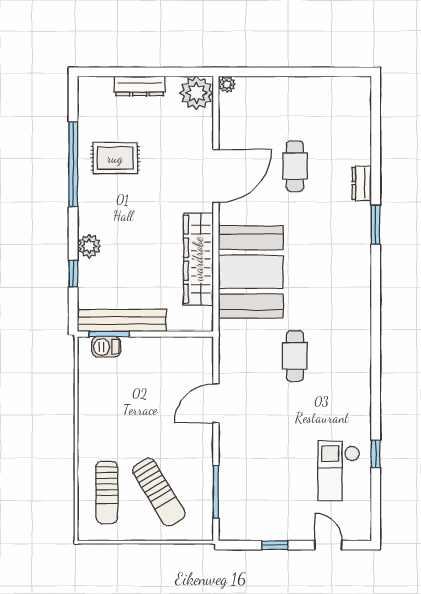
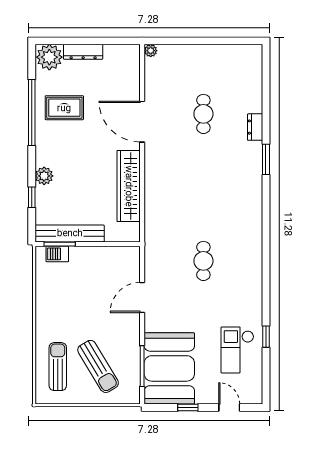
plant: (196, 93) -> (49, 57), moved
door: (216, 176) -> (142, 122), swing flipped
booth: (251, 272) -> (169, 368), moved
sun lounger: (107, 492) -> (58, 367), turned 180

